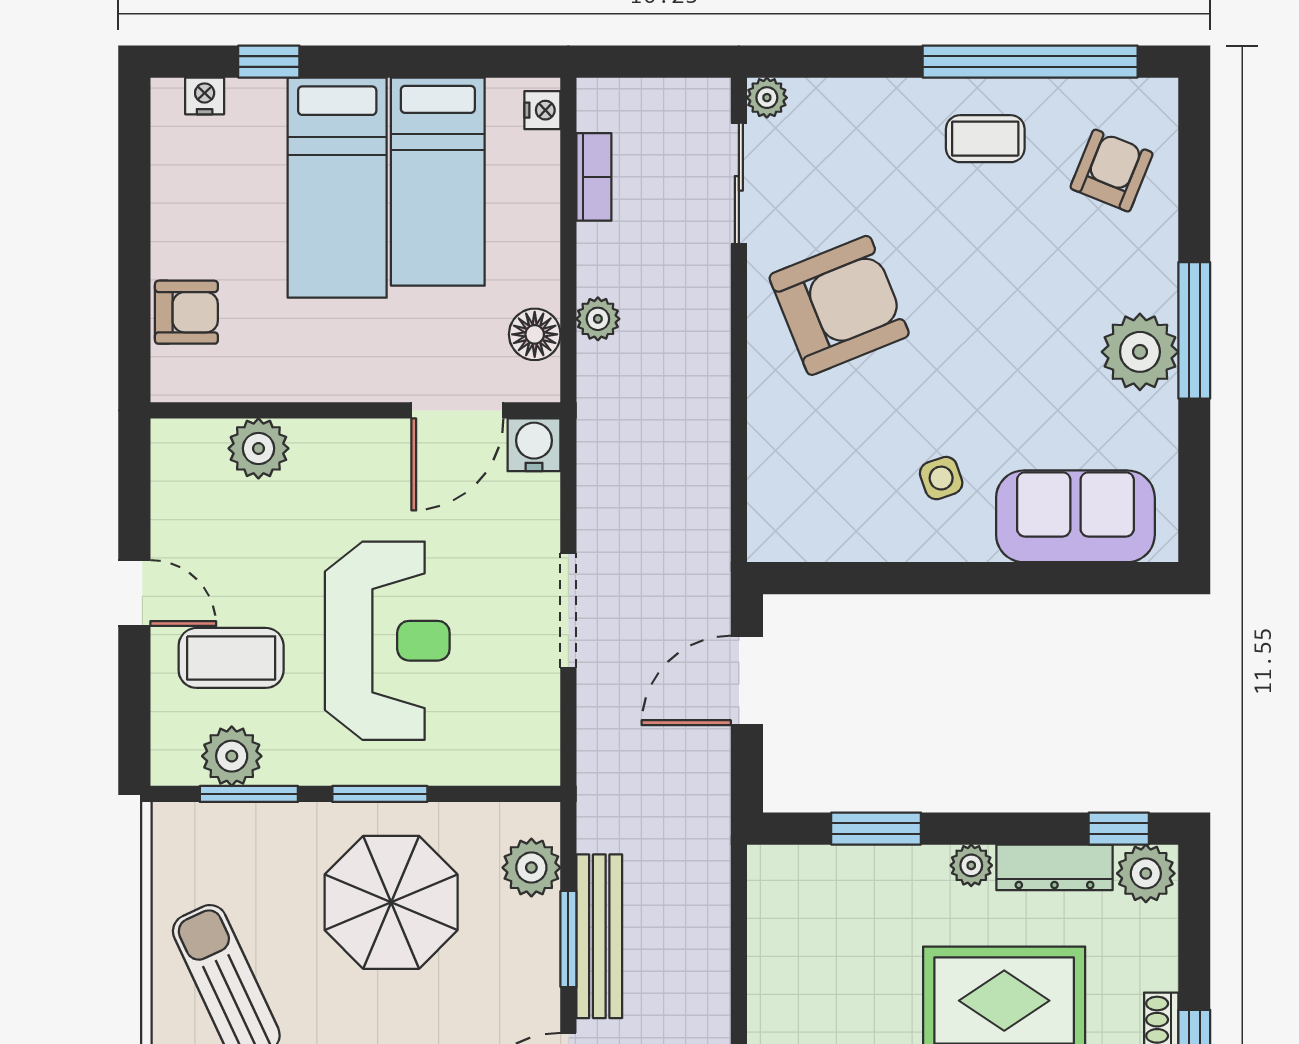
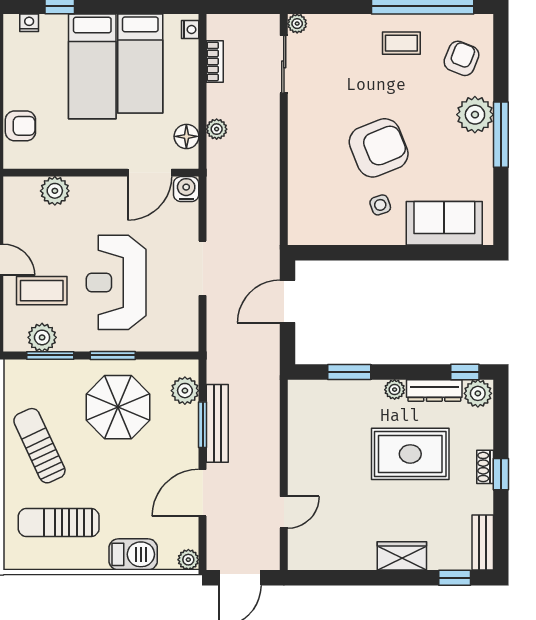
armchair: (839, 305) -> (379, 148), moved
plant: (1140, 352) -> (475, 115), moved
reception desk: (387, 641) -> (116, 282), turned 180

